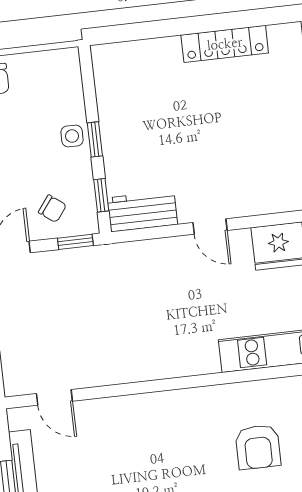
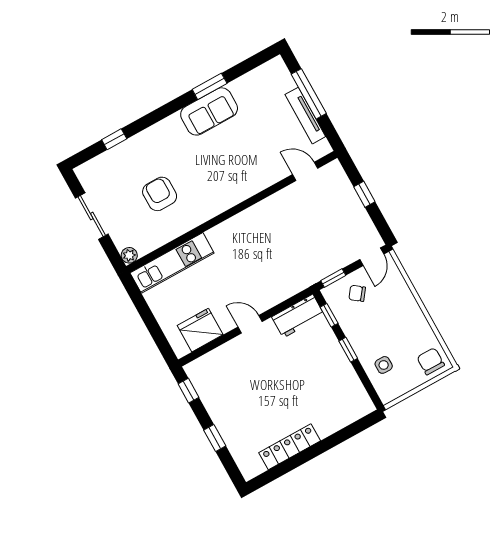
side table: (72, 136) -> (384, 365), moved

